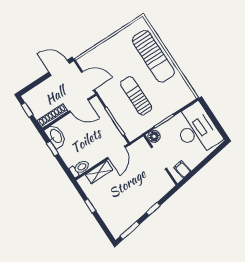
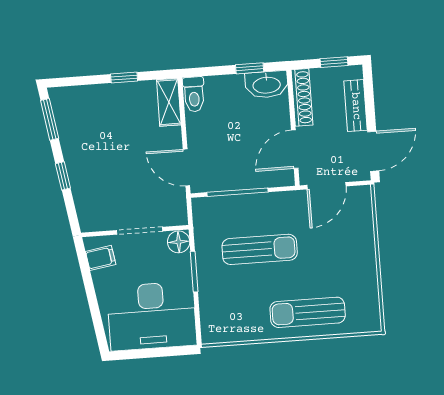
sun lounger: (153, 56) -> (308, 312), width x0.73, depth x0.75
bench: (42, 88) -> (356, 106), added
shelving: (99, 172) -> (169, 102), moved

